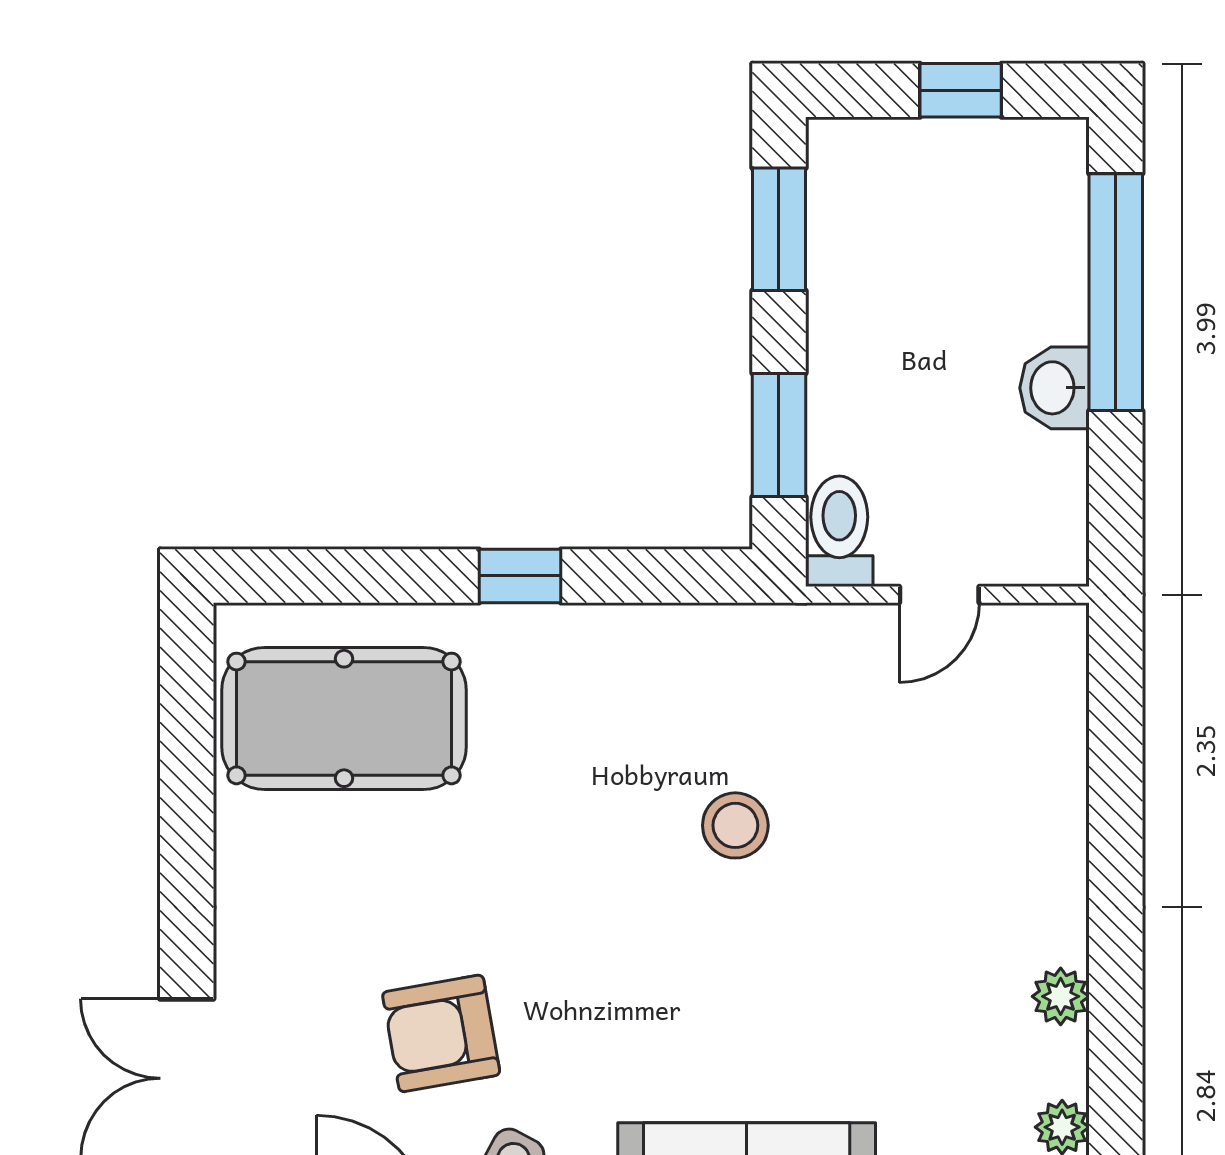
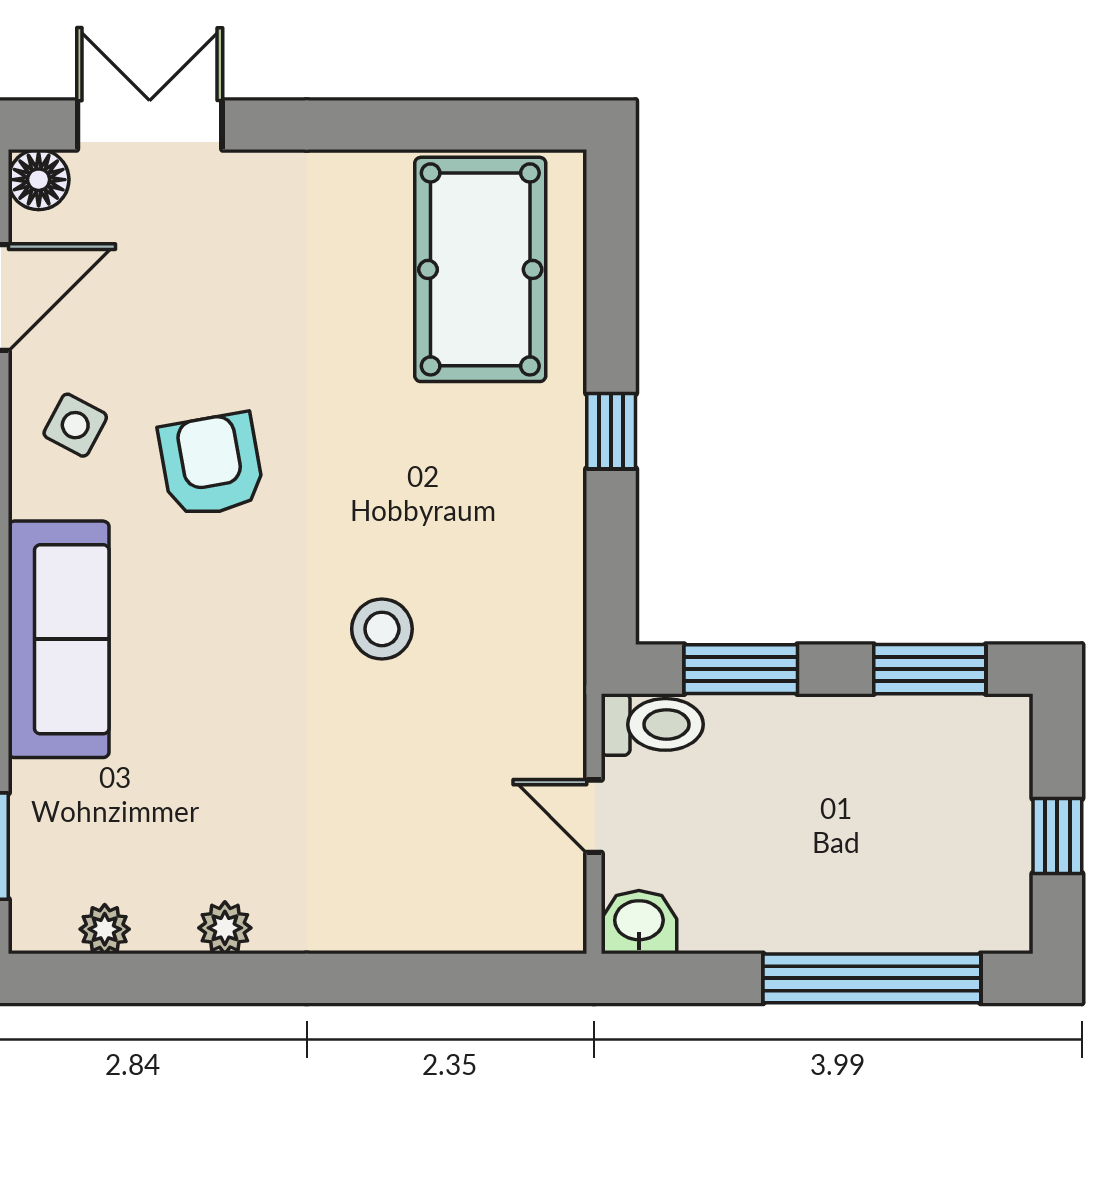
washbasin: (1054, 388) -> (639, 922), moved
armchair: (441, 1033) -> (211, 465), moved

